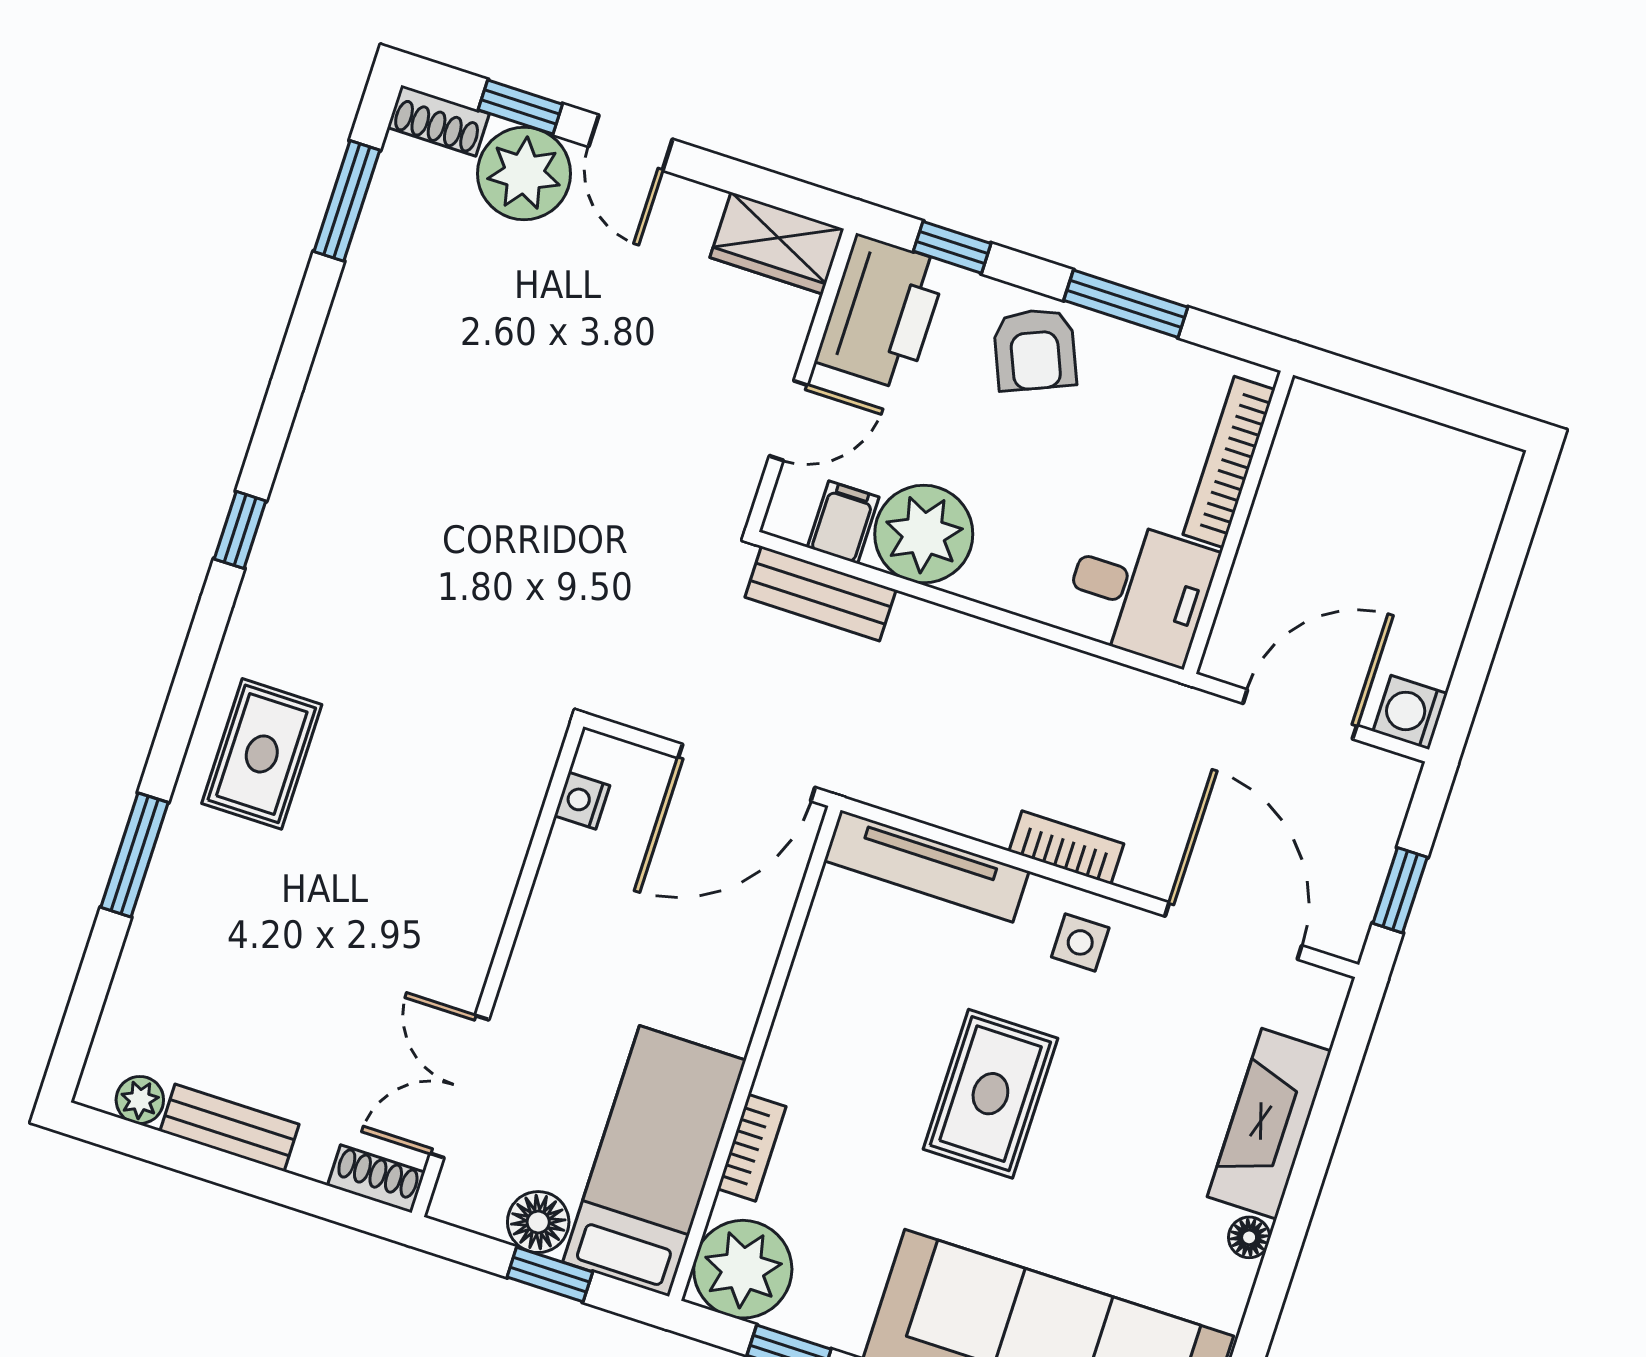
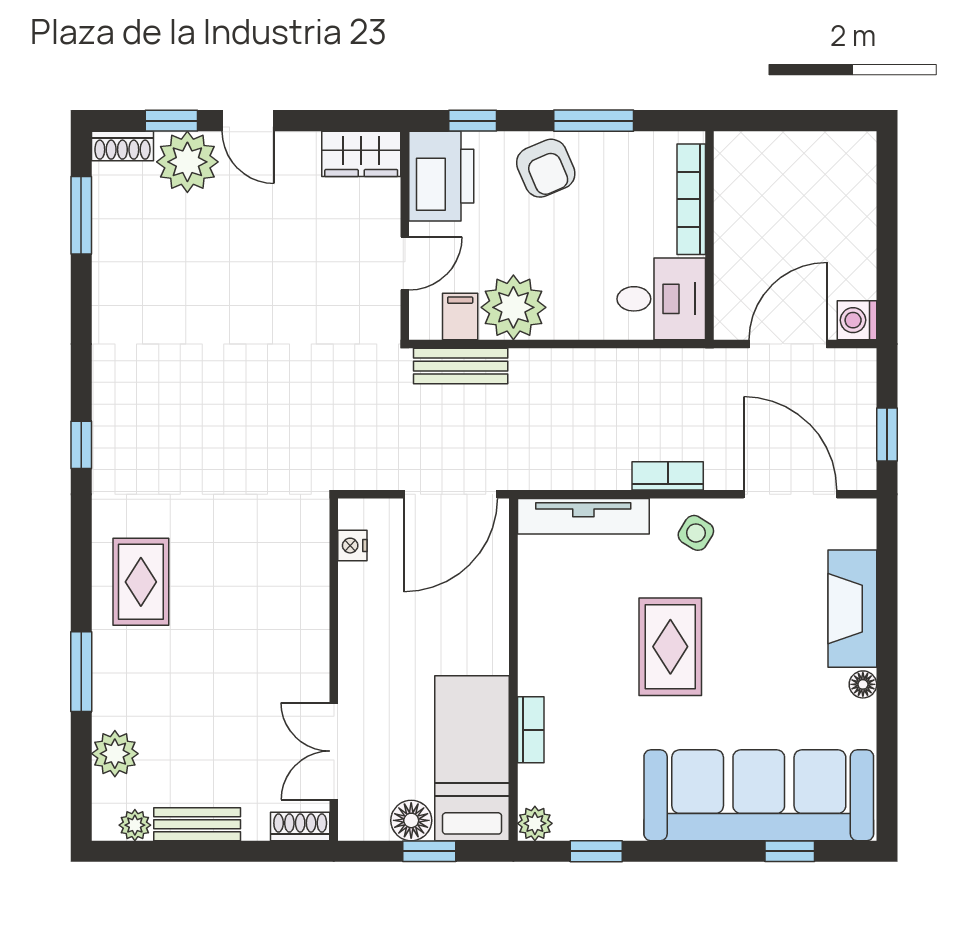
side table: (1080, 942) -> (696, 533), turned 32
plant: (144, 988) -> (115, 754), added
plant: (743, 1269) -> (535, 823), width x0.53, depth x0.53

